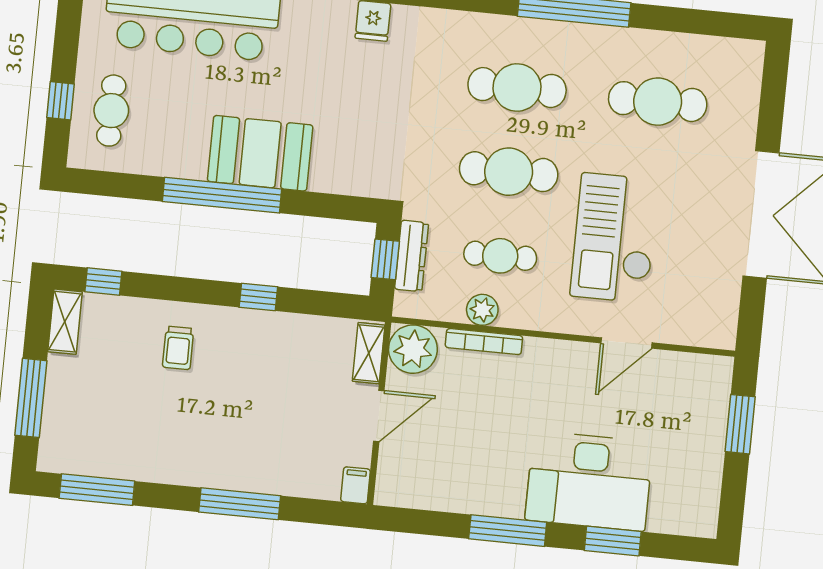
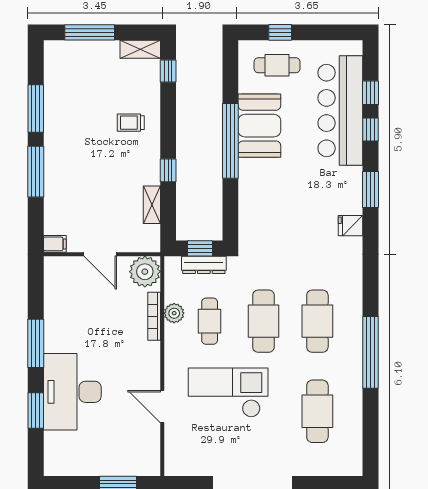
booth: (260, 153) -> (259, 126), moved
shelving: (369, 353) -> (152, 205), moved, turned 90
window: (97, 490) -> (36, 109), moved

